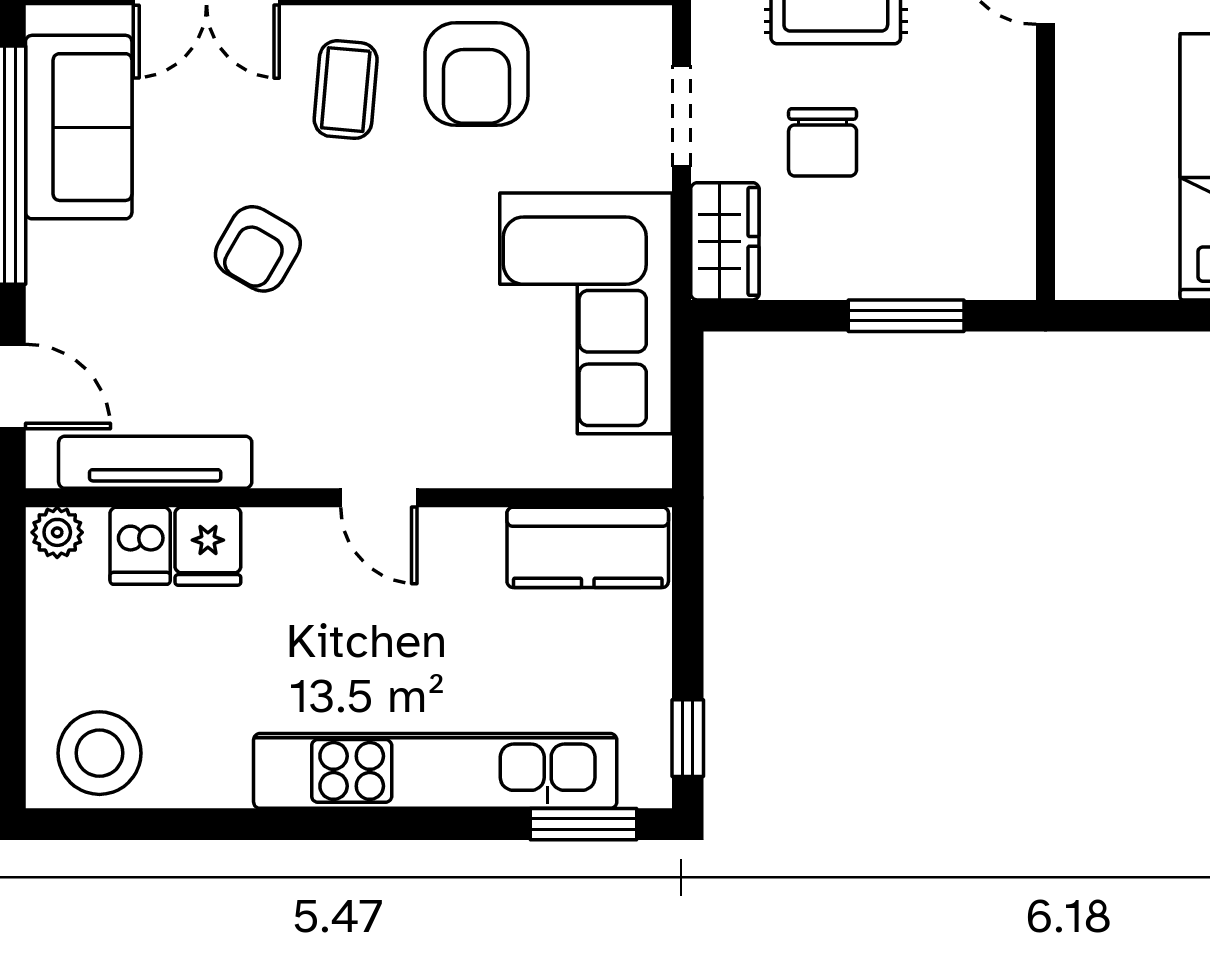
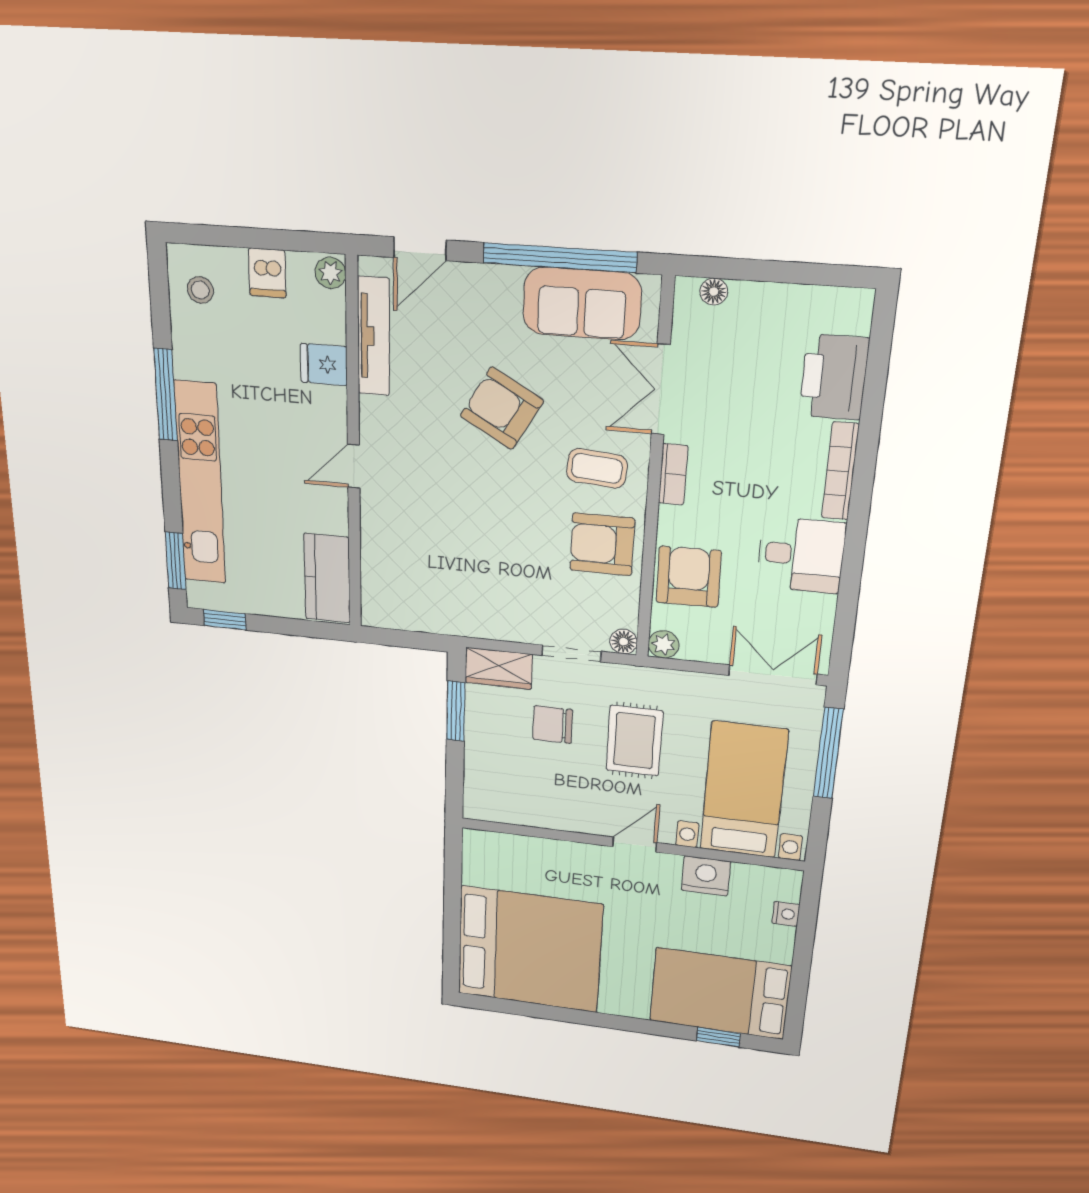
floor lamp: (649, 28) -> (624, 642), added
armchair: (258, 249) -> (502, 408), width x1.38, depth x1.38
corner sofa: (586, 313) -> (459, 591), removed
window: (906, 316) -> (456, 711), moved
dishwasher: (140, 546) -> (267, 273), moved, turned -90
stool: (99, 753) -> (200, 290), width x0.53, depth x0.53
window: (282, 824) -> (166, 395), added

